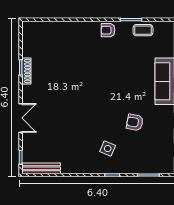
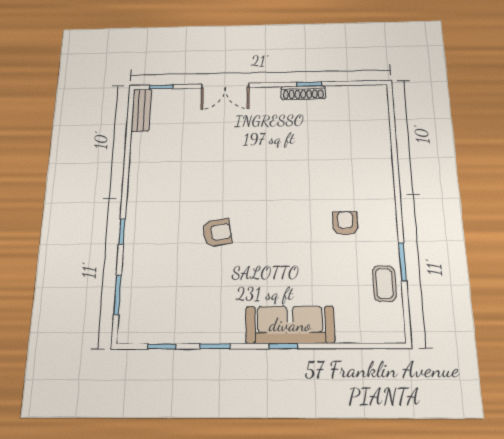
armchair: (108, 30) -> (345, 223), moved
armchair: (135, 122) -> (217, 233), moved, turned 69
side table: (108, 148) -> (169, 223), removed
bench: (41, 168) -> (141, 110), width x0.73

